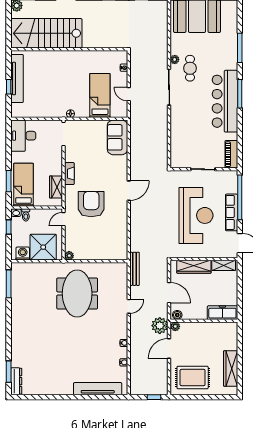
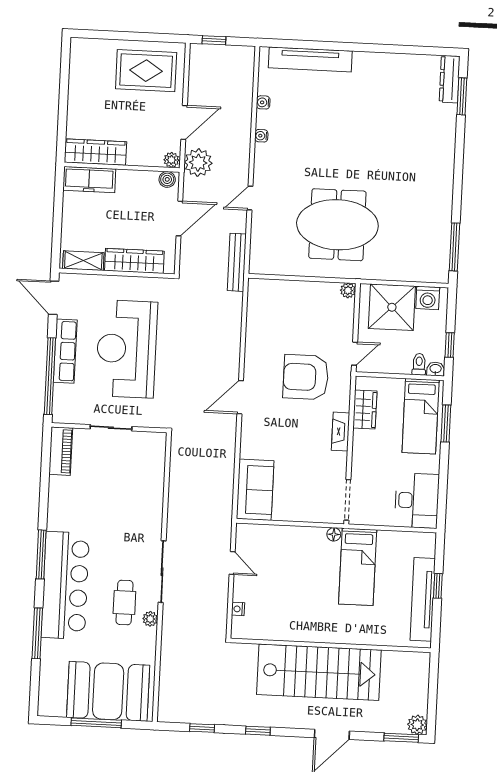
stairs: (46, 33) -> (319, 672), moved
bed: (100, 96) -> (358, 567), moved
bar counter: (225, 101) -> (65, 585), moved
armchair: (91, 204) -> (306, 377), turned 90
meeting table: (77, 293) -> (337, 225), turned 90
door: (169, 293) -> (179, 218), swing flipped
wardrobe: (231, 368) -> (95, 152), moved, turned -90

